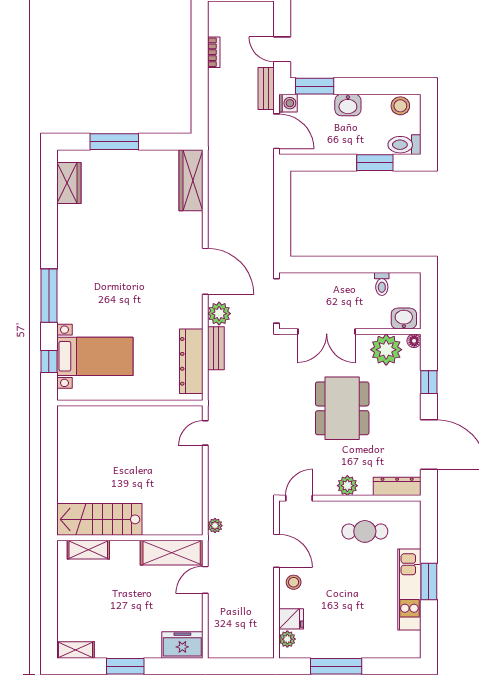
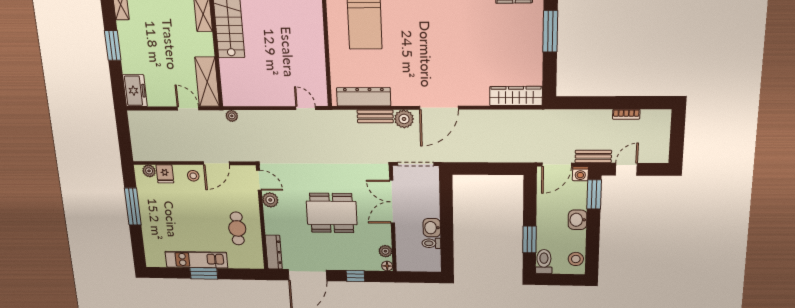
washbasin: (404, 319) -> (432, 228), moved, turned 180
plant: (386, 350) -> (385, 251), width x0.53, depth x0.53
plant: (347, 486) -> (270, 200), moved

